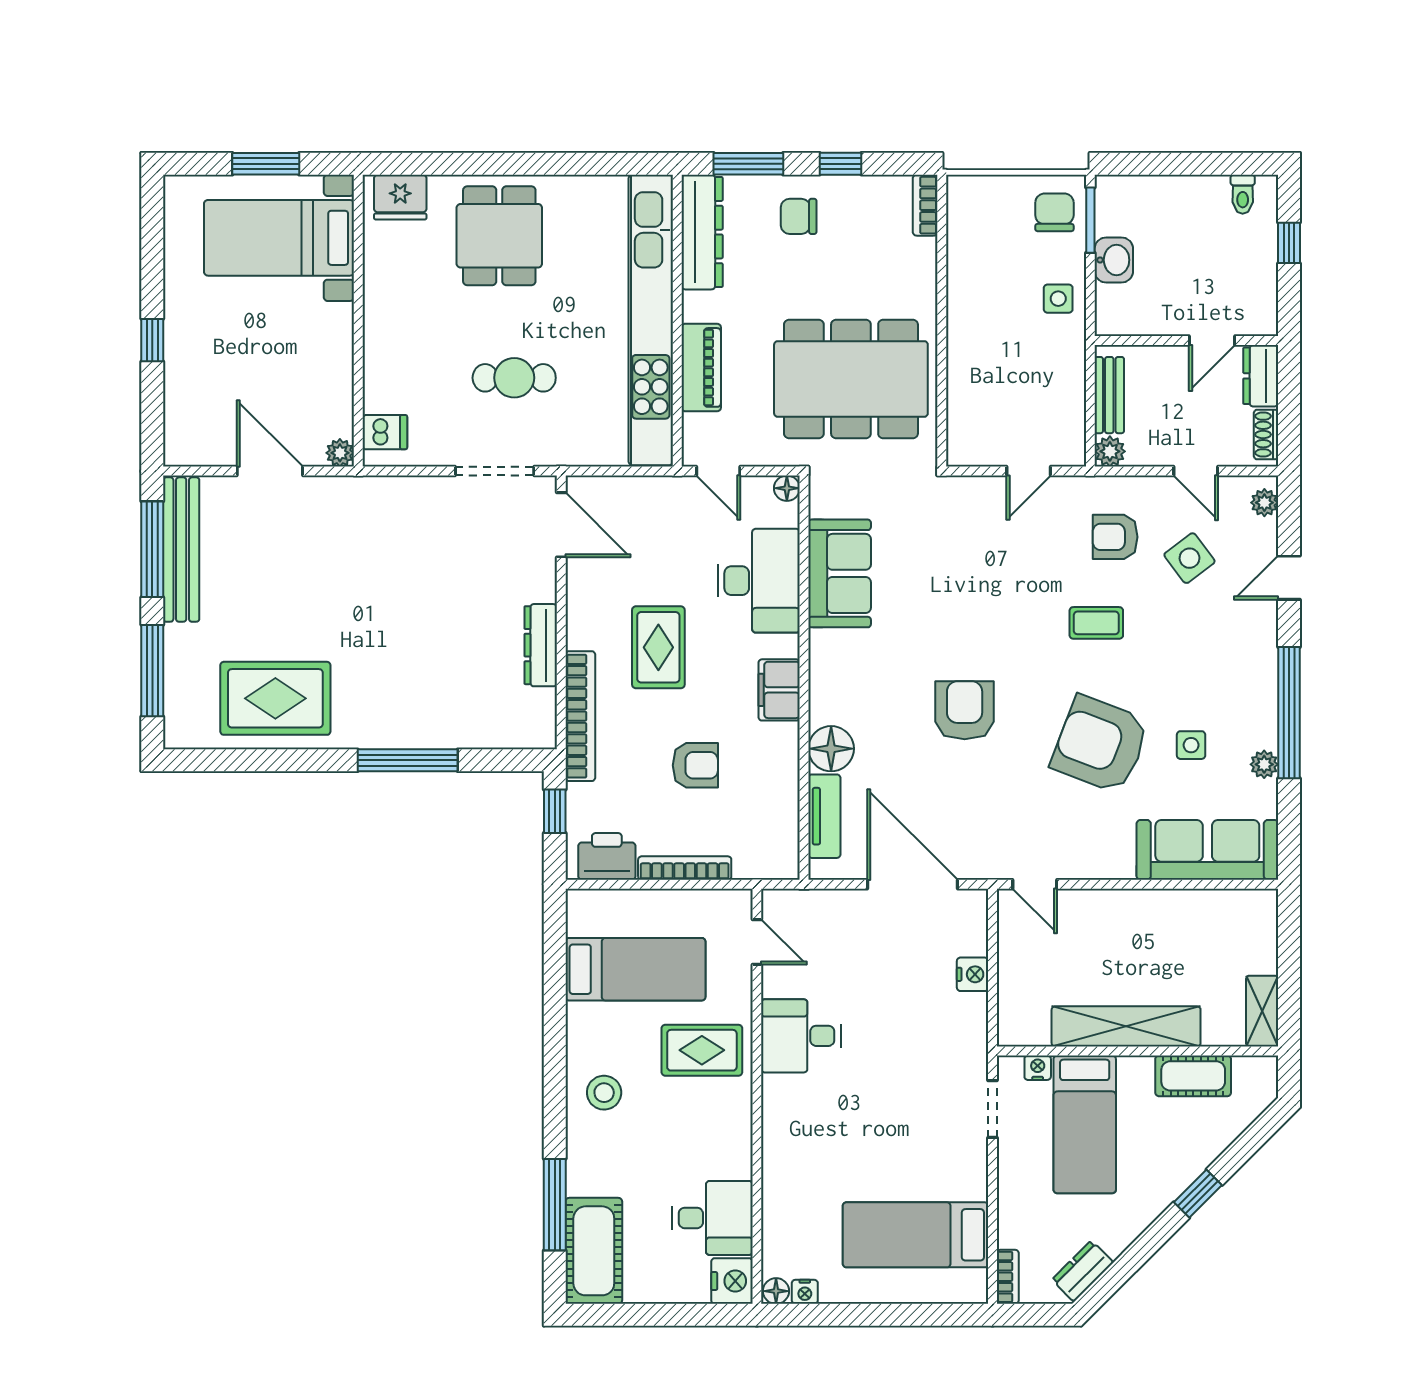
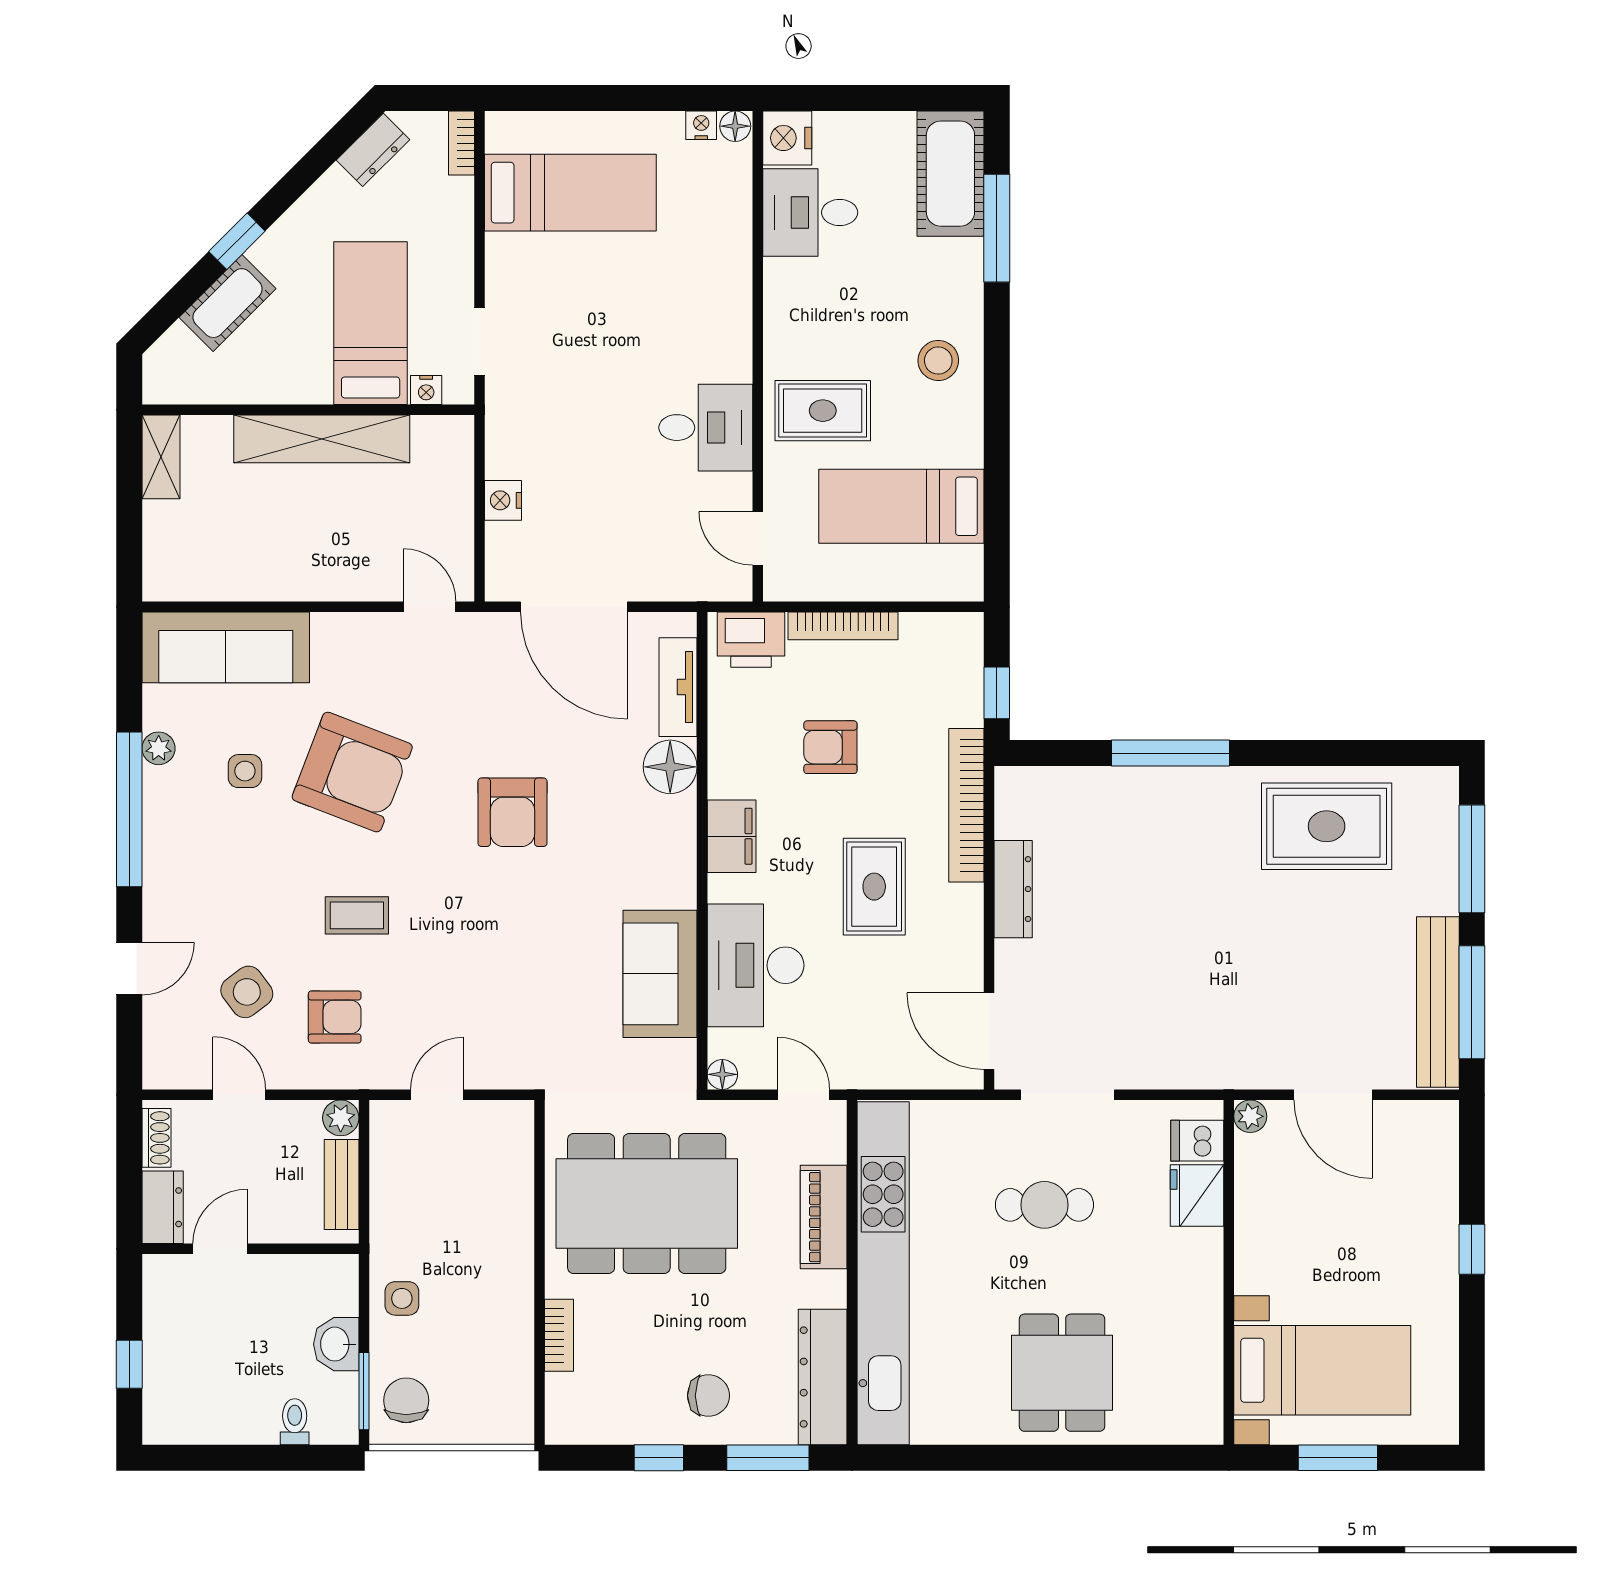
toilet: (1243, 194) -> (295, 1422), moved
fridge: (400, 197) -> (1197, 1195), moved, turned -90
bookcase: (925, 205) -> (559, 1335), moved
chair: (1054, 212) -> (406, 1400), turned 180
plant: (1264, 503) -> (158, 1057), removed
printer: (607, 856) -> (751, 640), moved
cot: (1193, 1076) -> (228, 303), moved, turned -45

